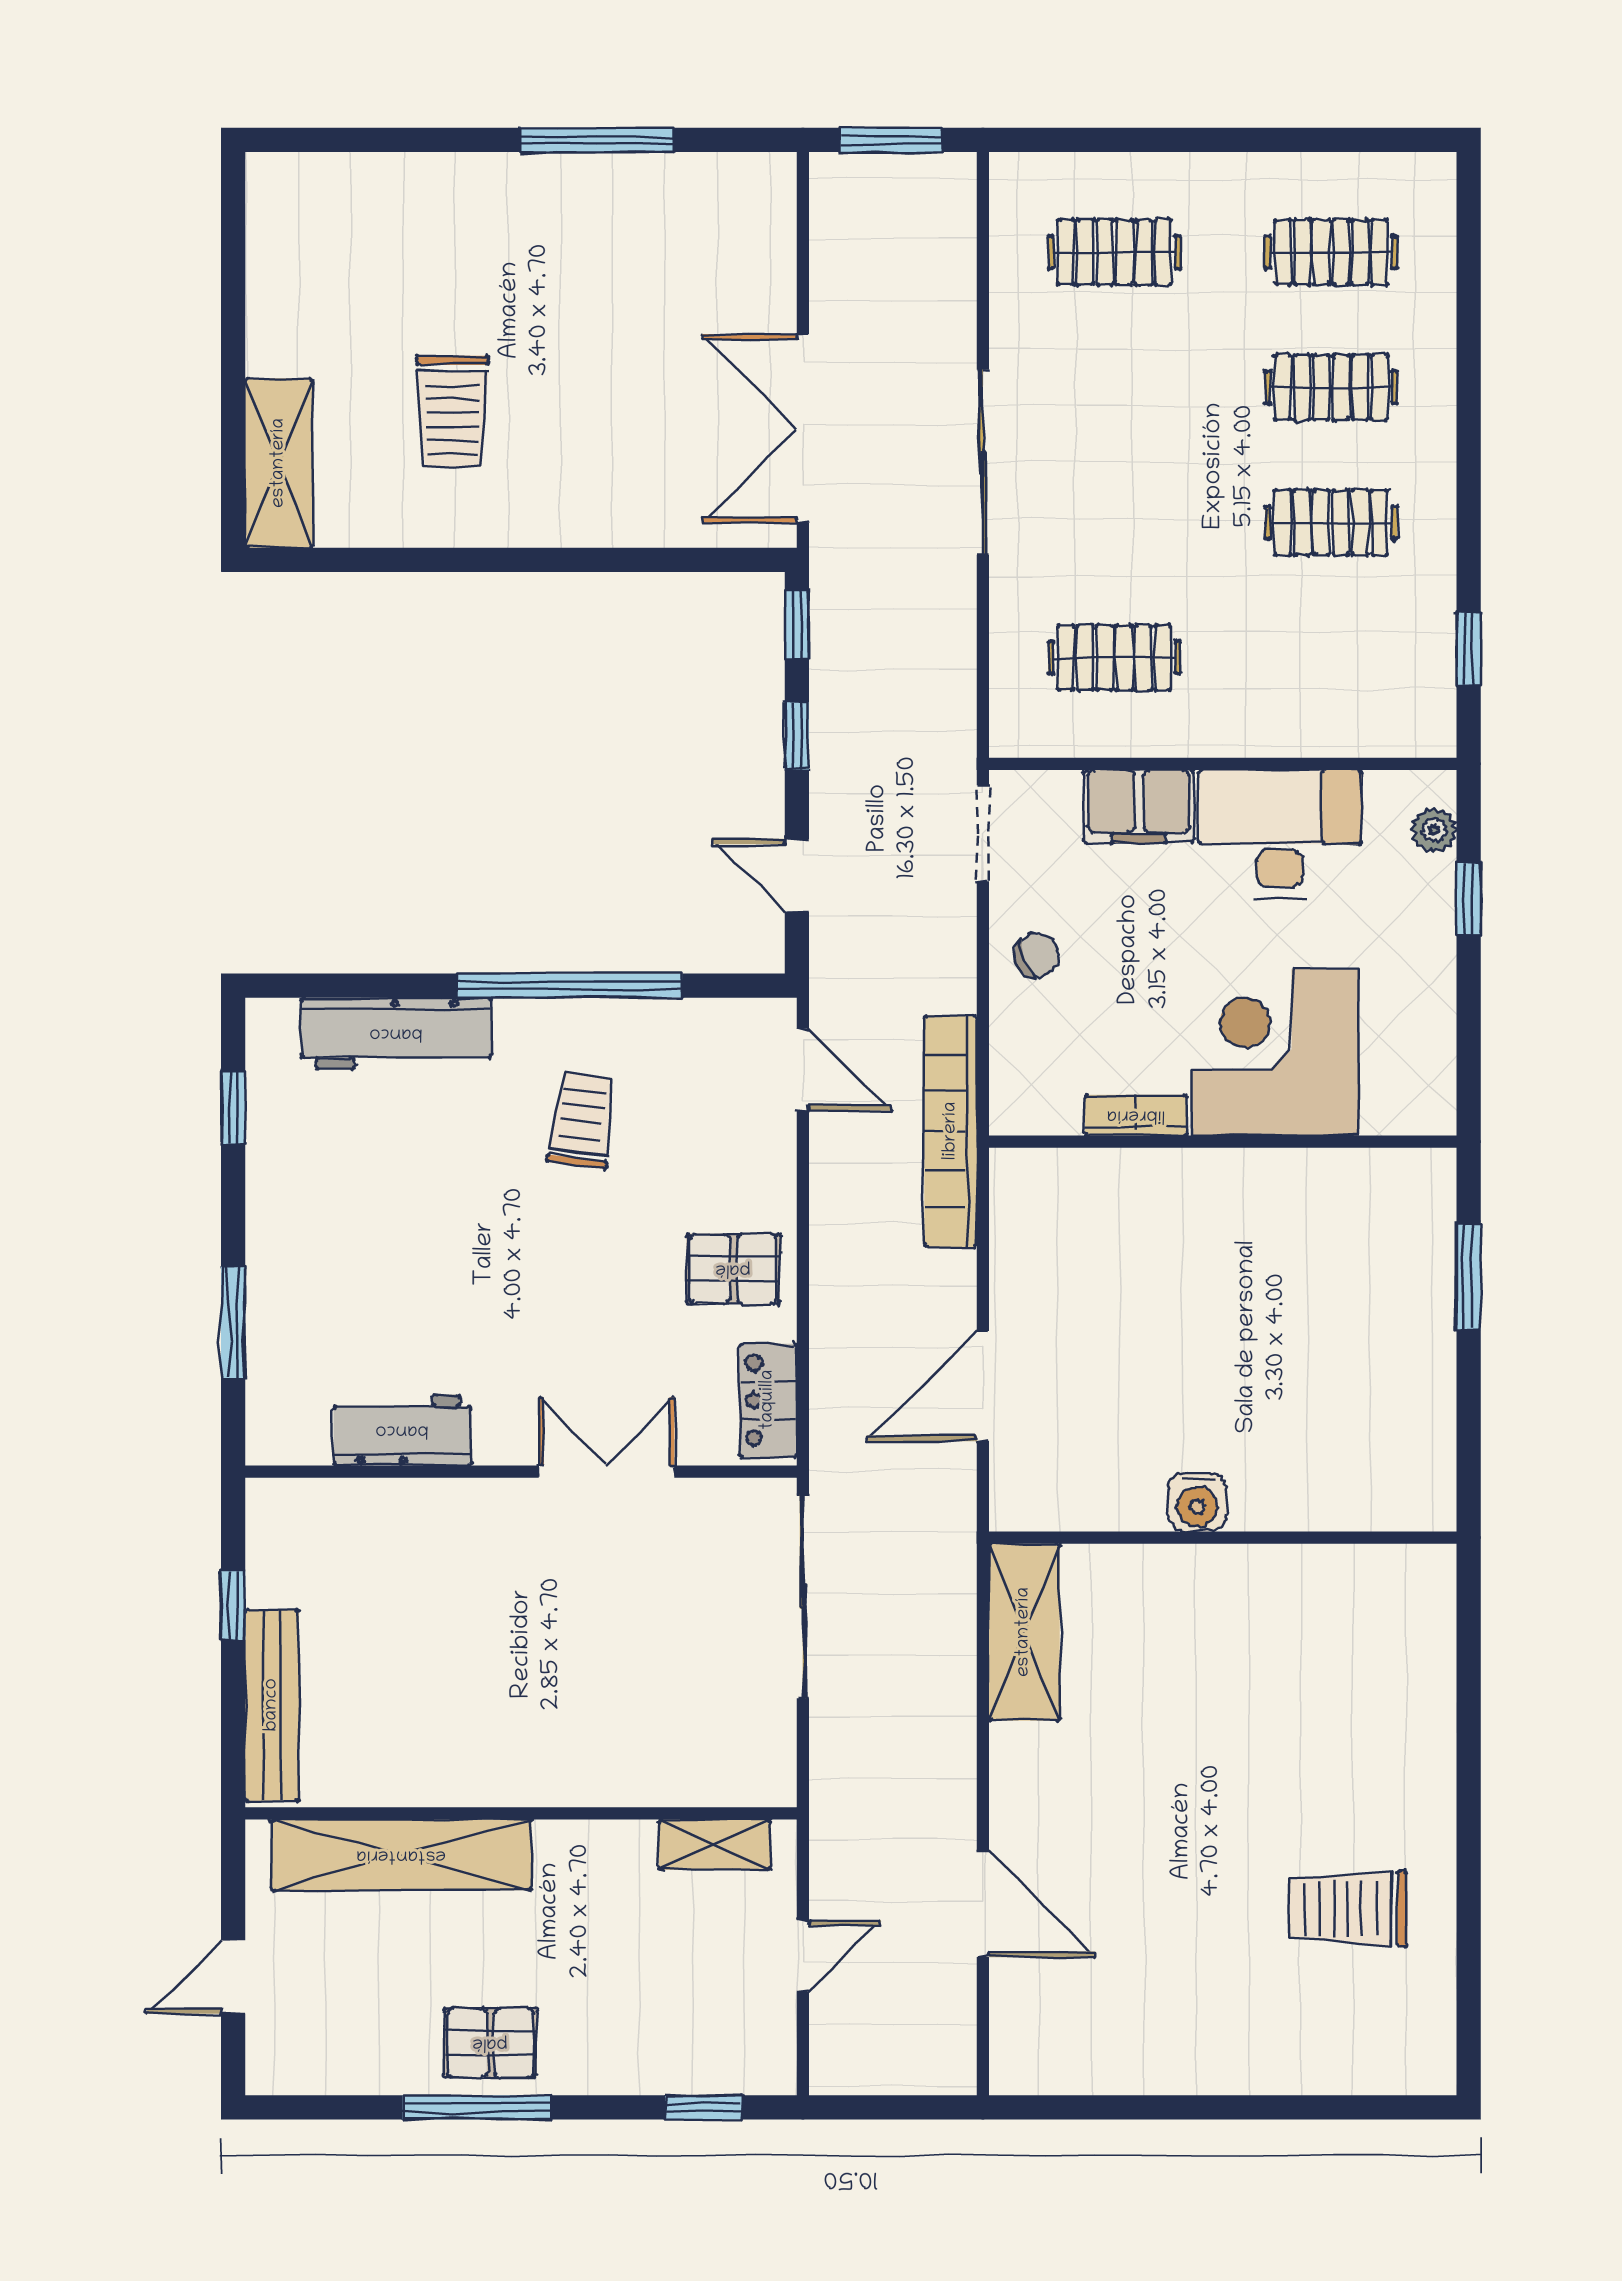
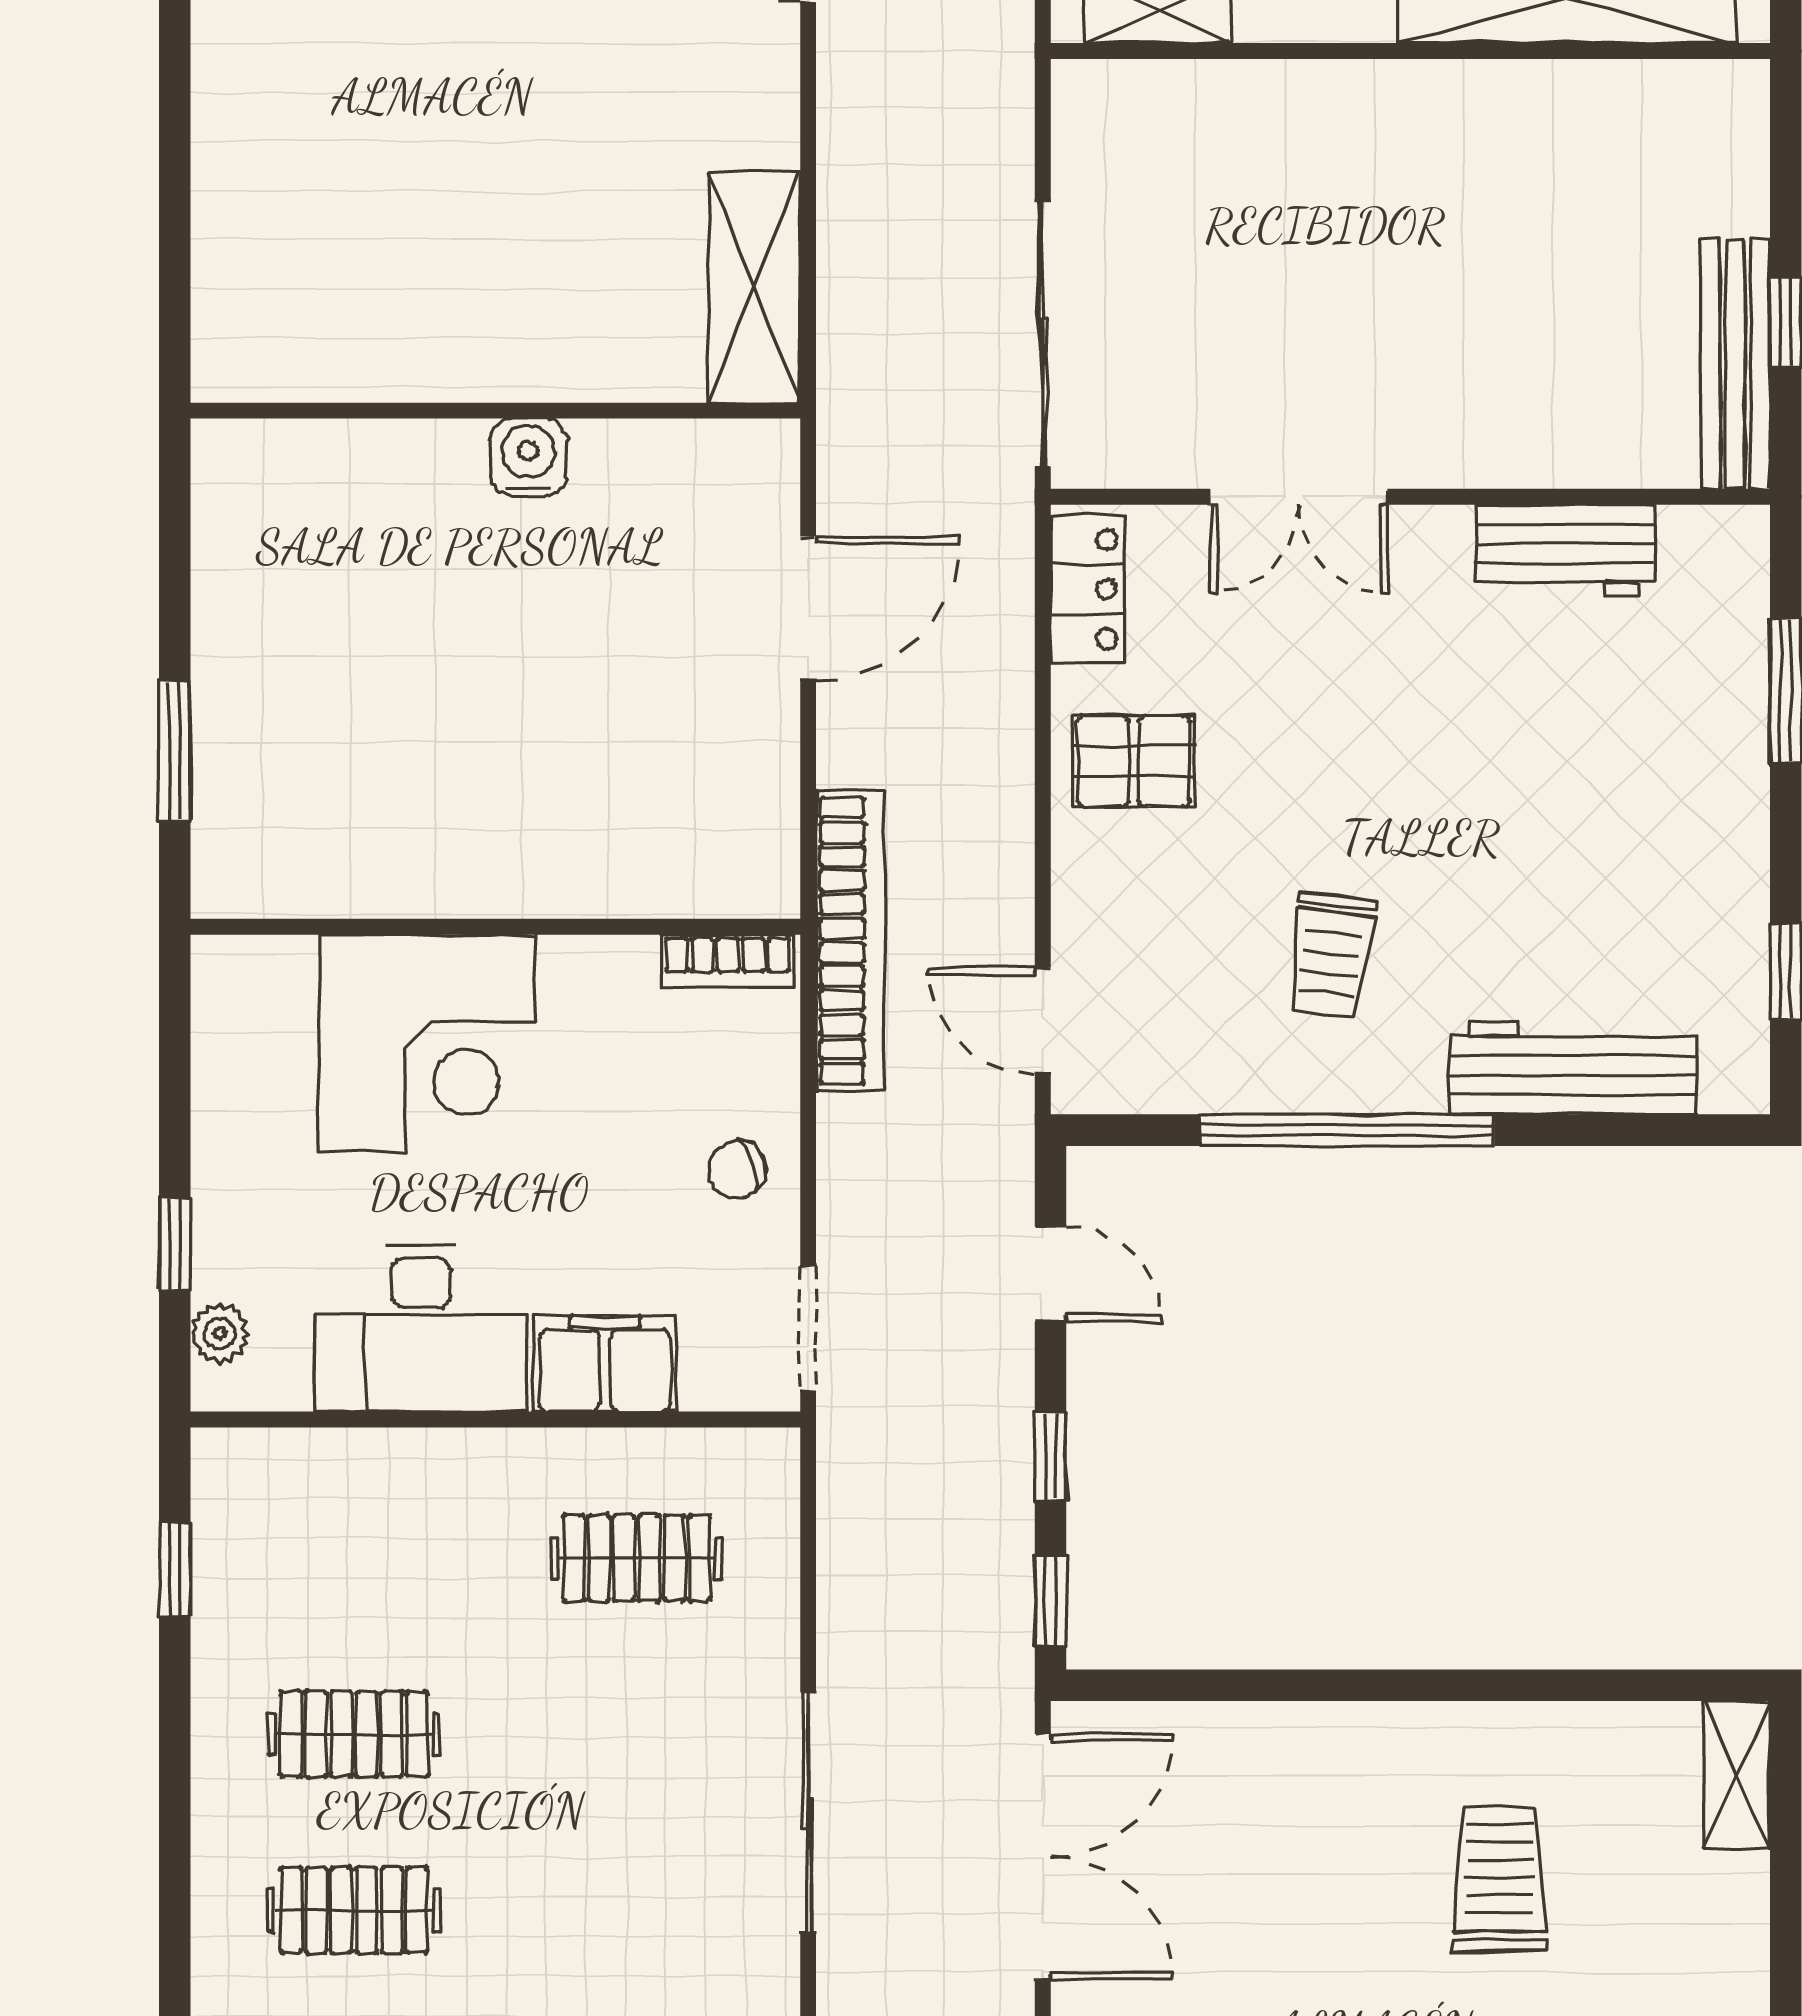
shelving: (279, 463) -> (1737, 1775), width x0.67, depth x0.75
bookcase: (1136, 1115) -> (728, 961), moved
bench: (272, 1705) -> (1735, 364), moved

